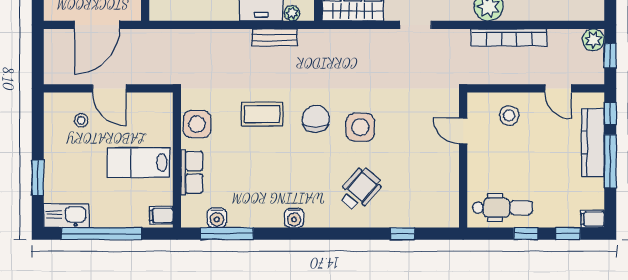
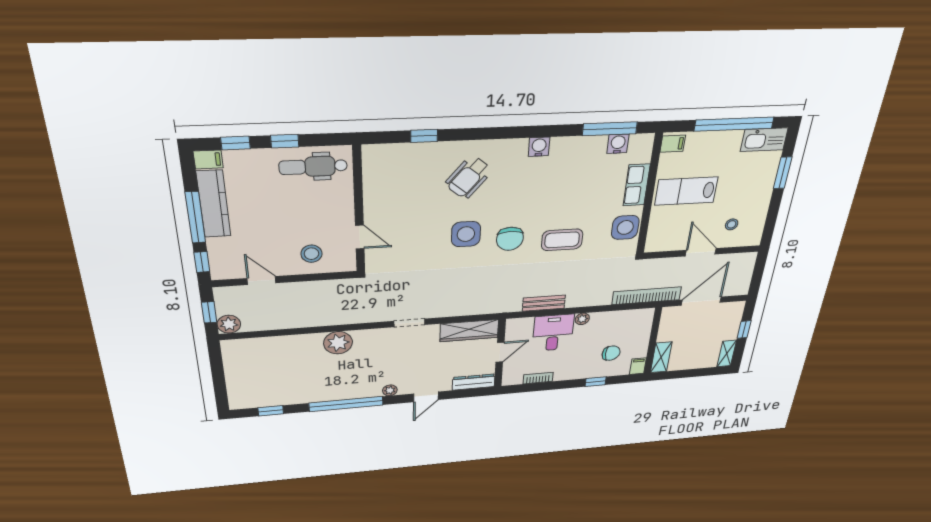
plant: (292, 13) -> (582, 319), moved
bookcase: (509, 37) -> (647, 296), moved
kitchen counter: (593, 142) -> (214, 204), moved
lab bench: (138, 162) -> (686, 191), turned 180

